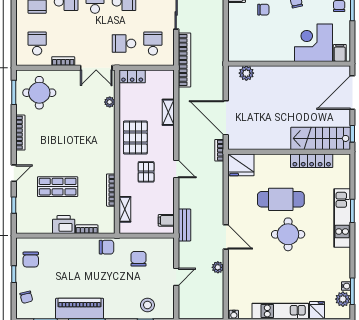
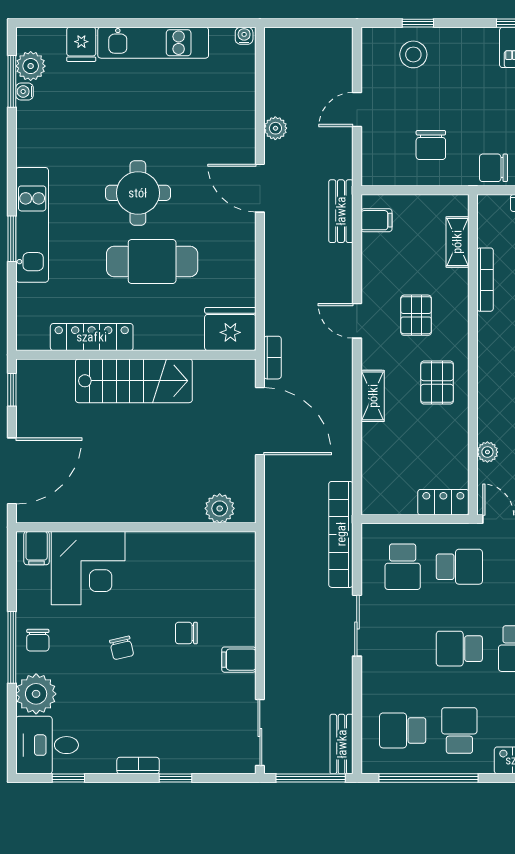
shelving: (168, 112) -> (373, 396), moved
pallet: (135, 138) -> (437, 383), width x0.67, depth x0.71
stairs: (321, 138) -> (134, 381), moved

